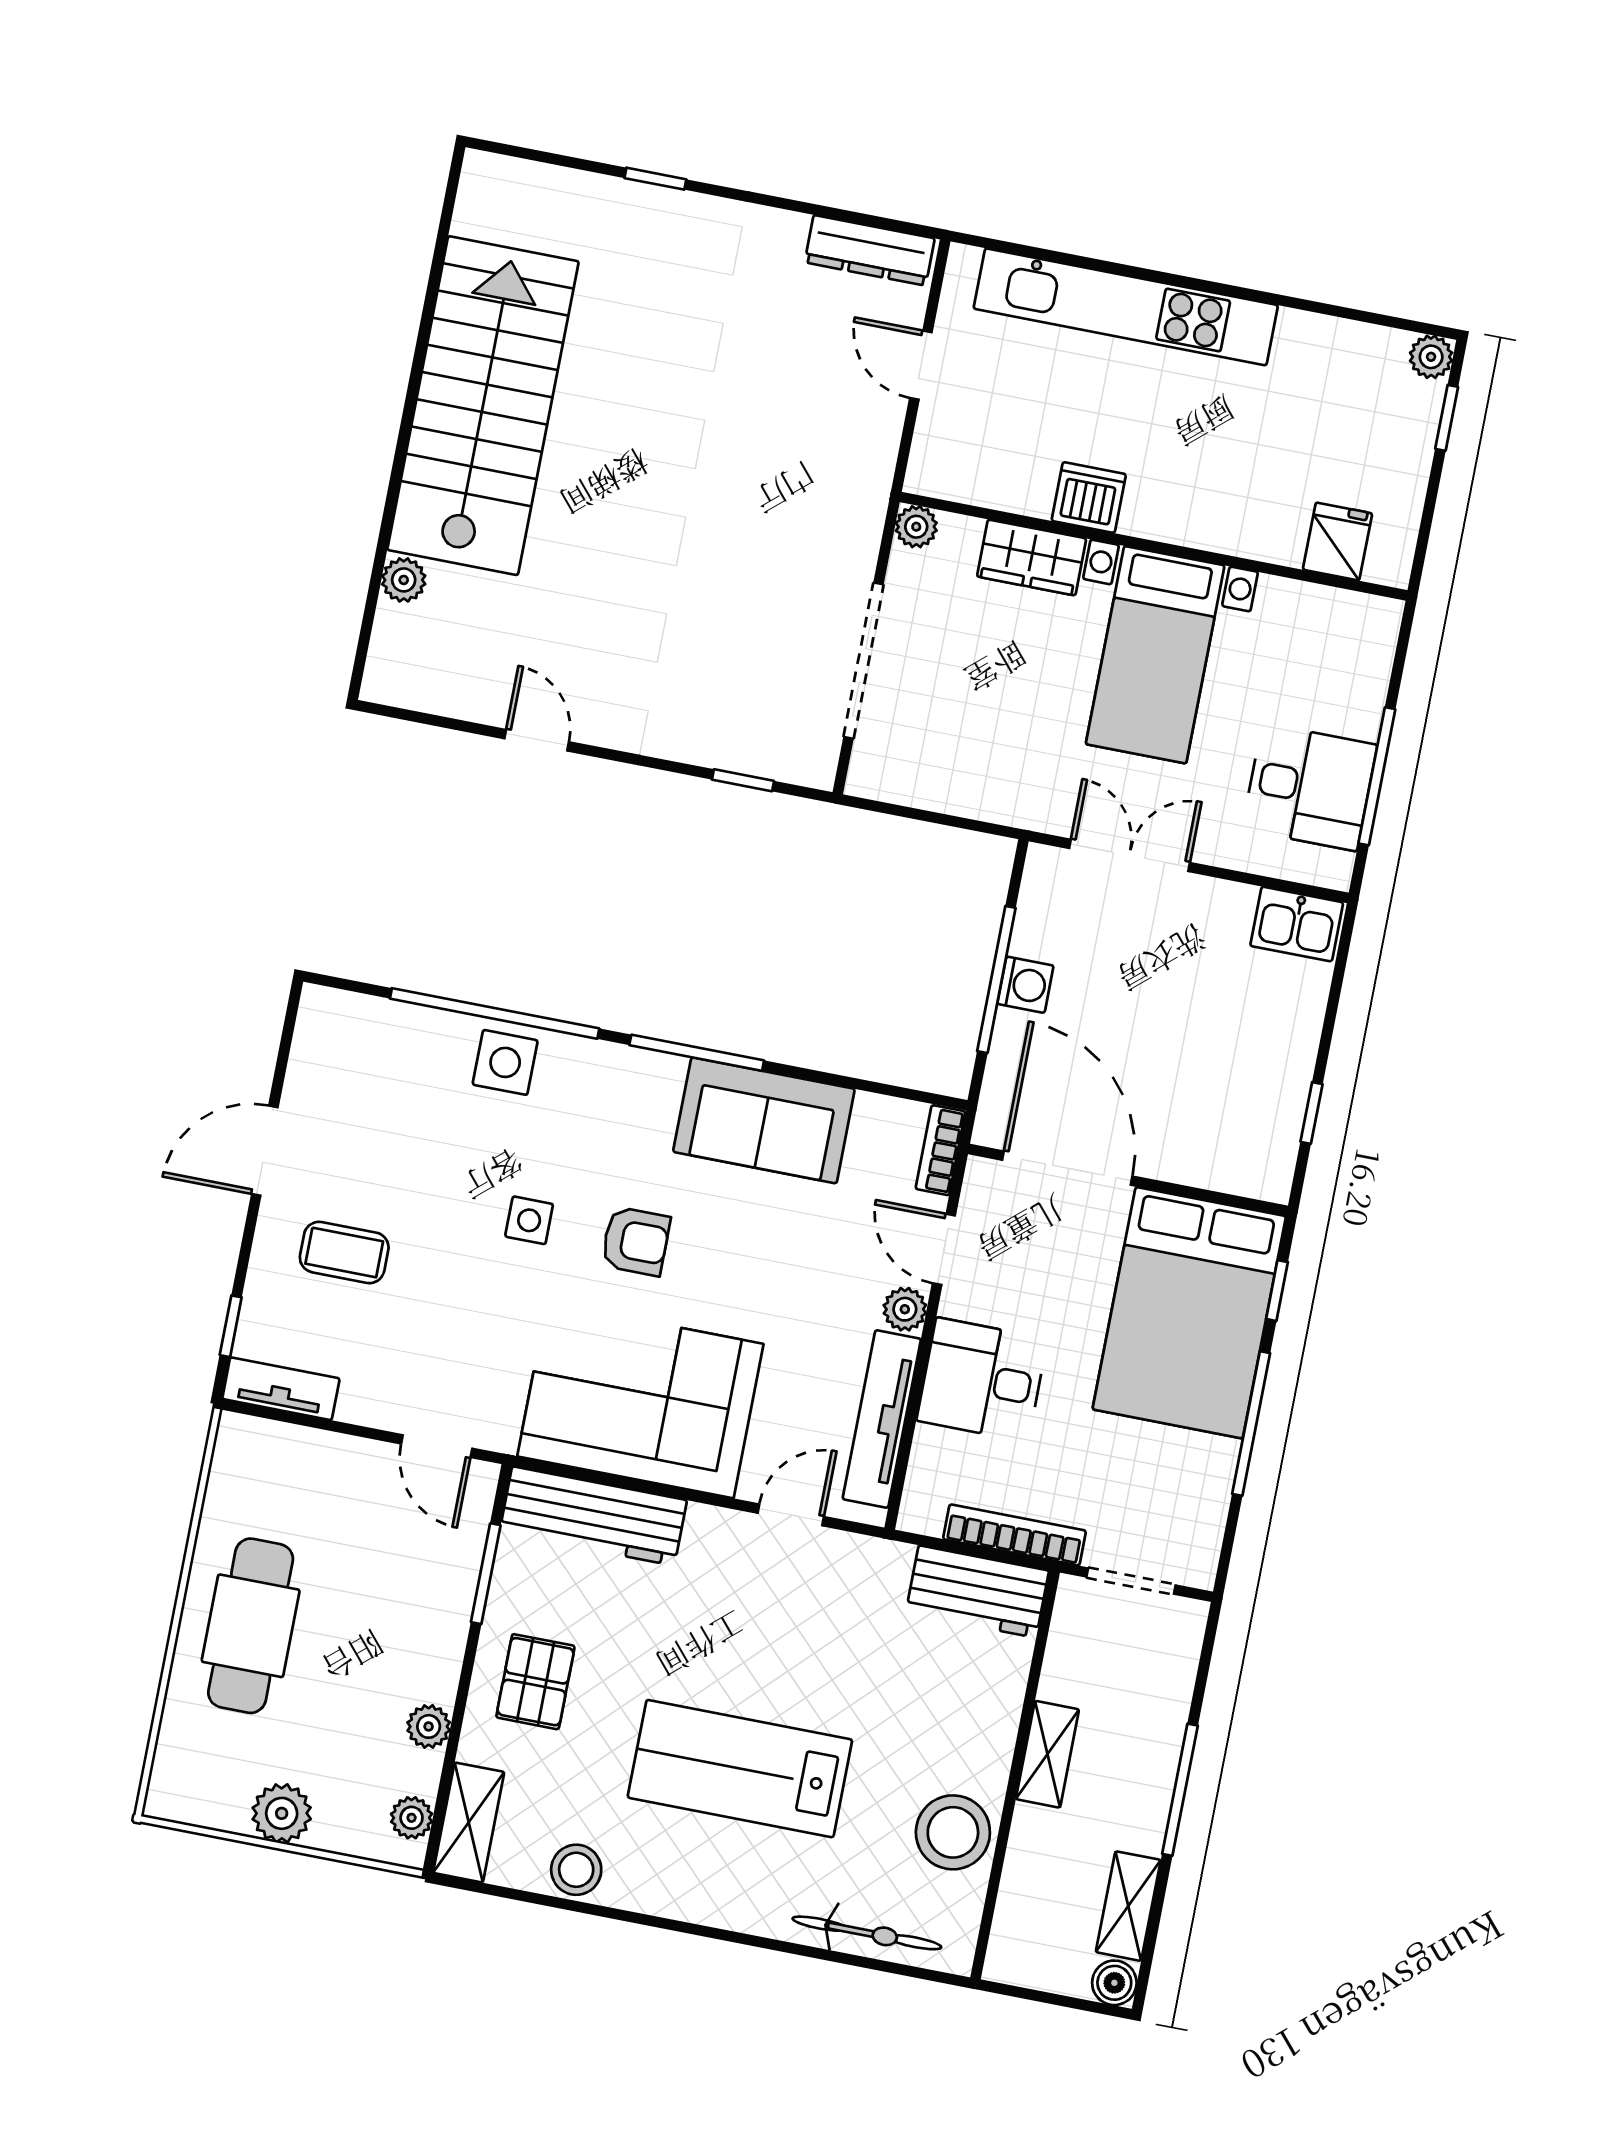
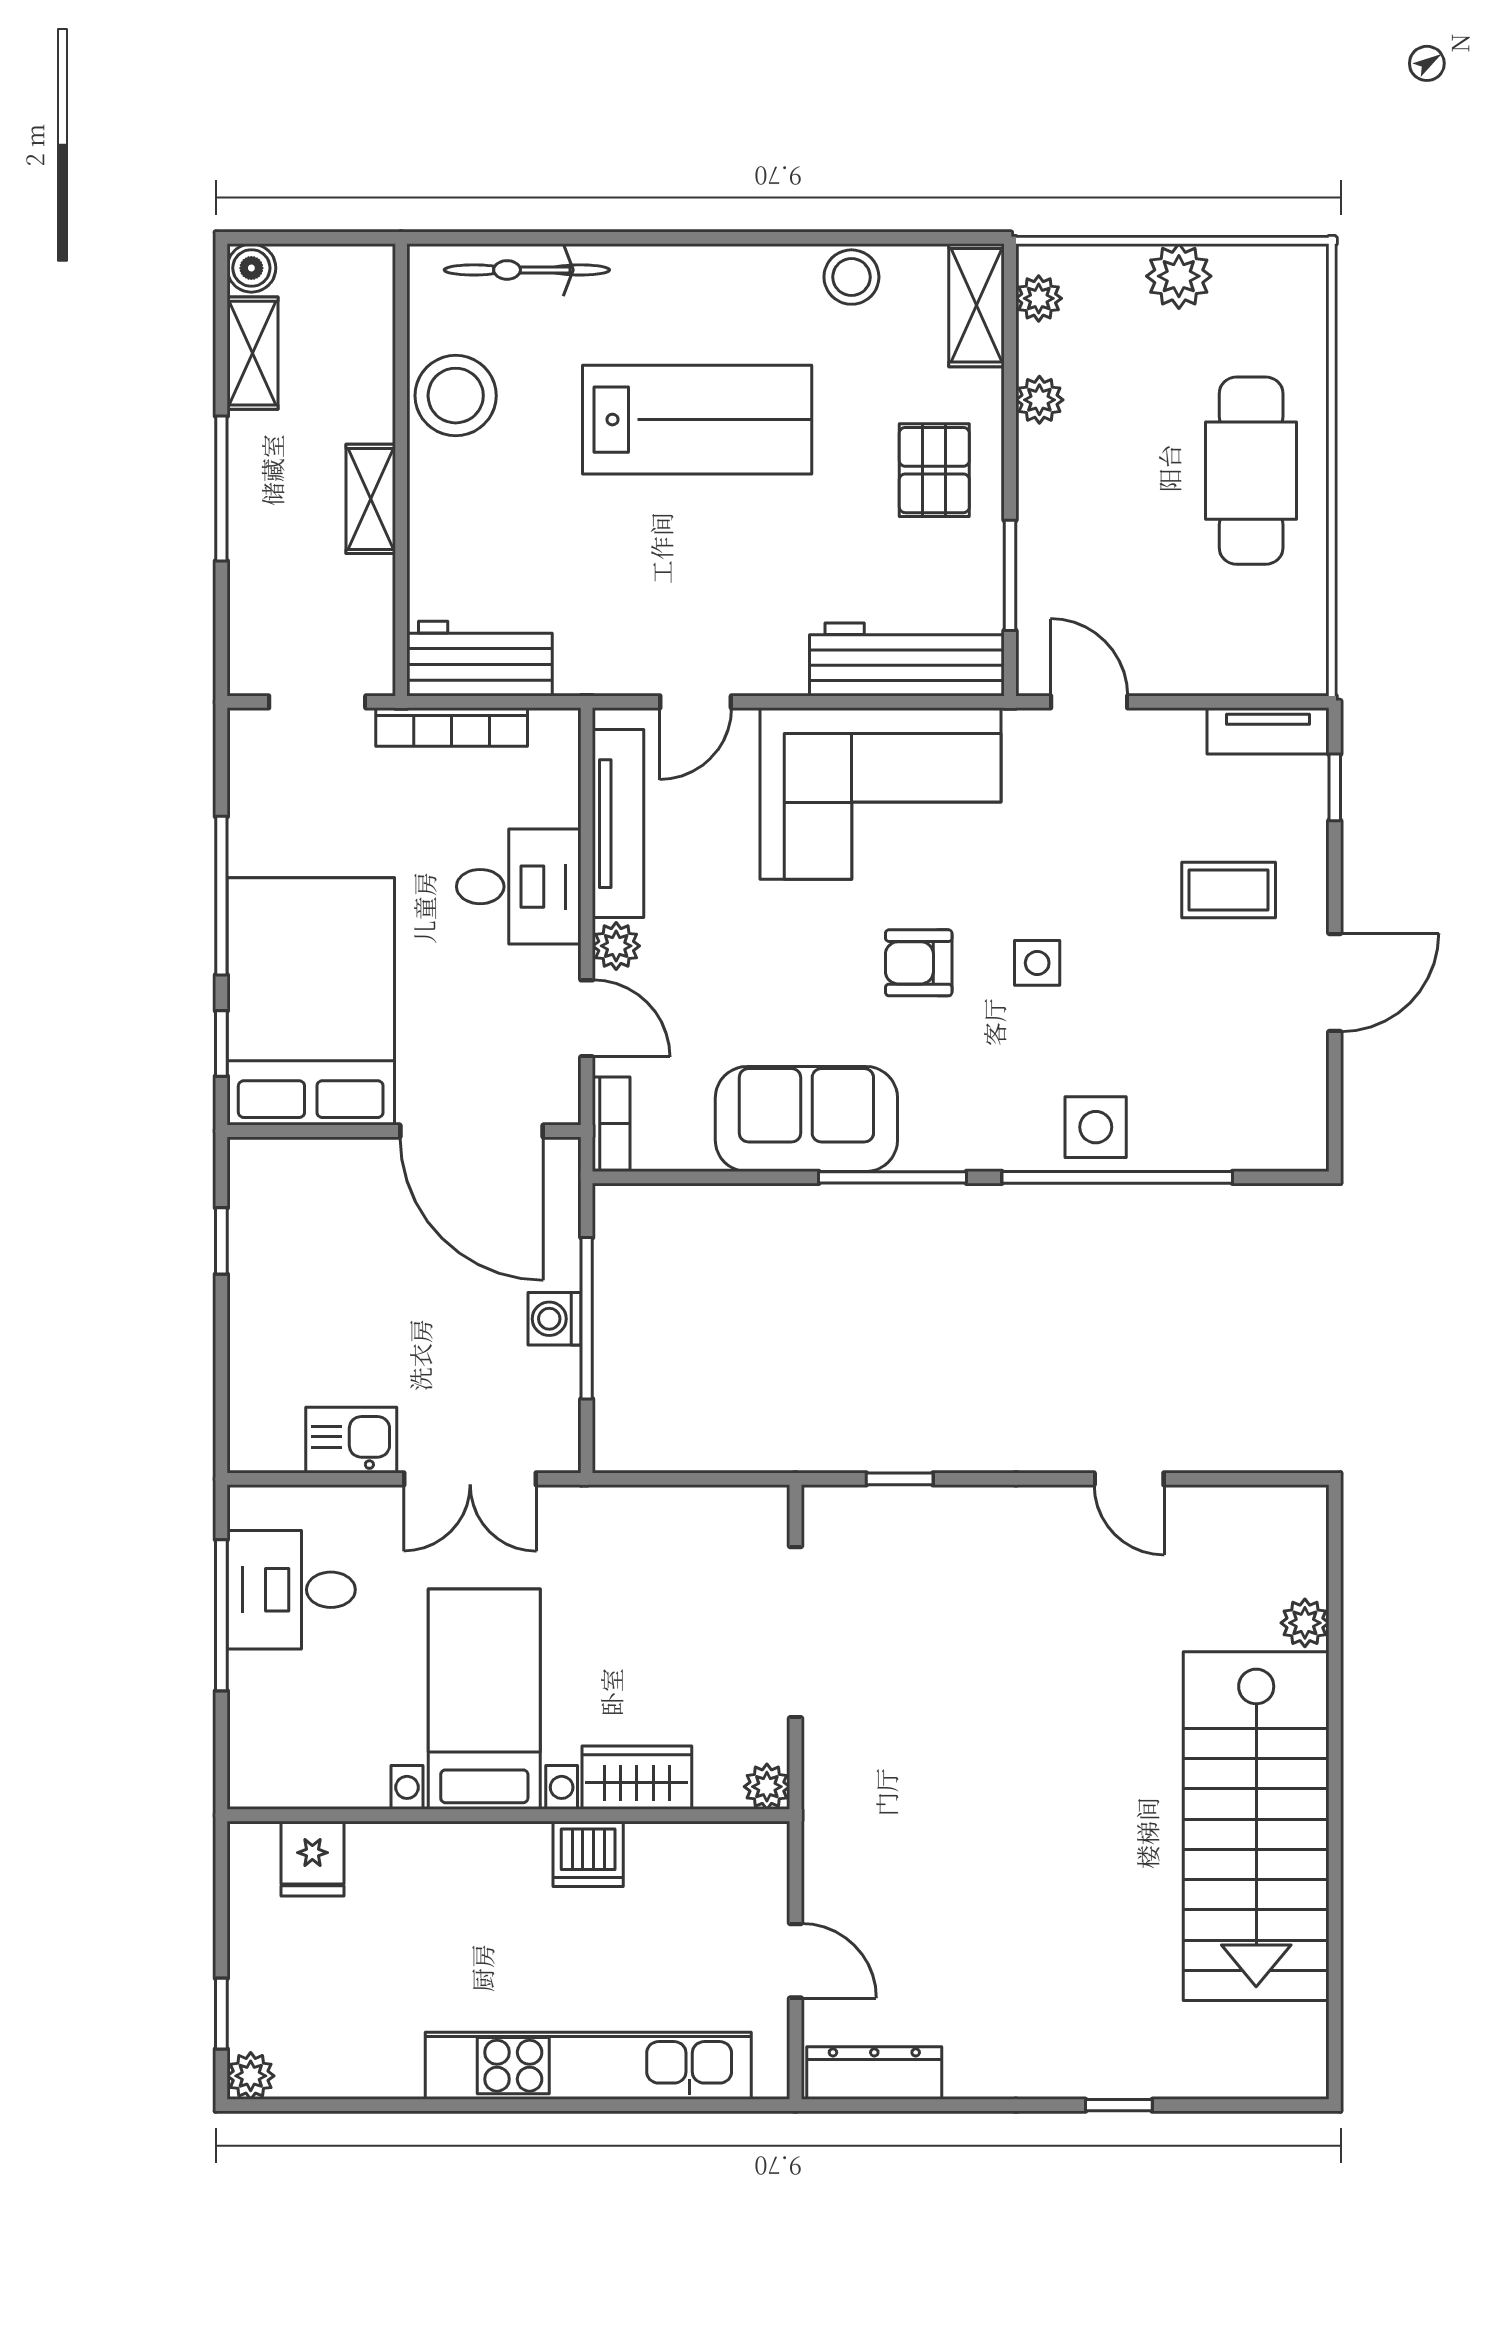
kitchen sink: (1297, 924) -> (351, 1440), moved

